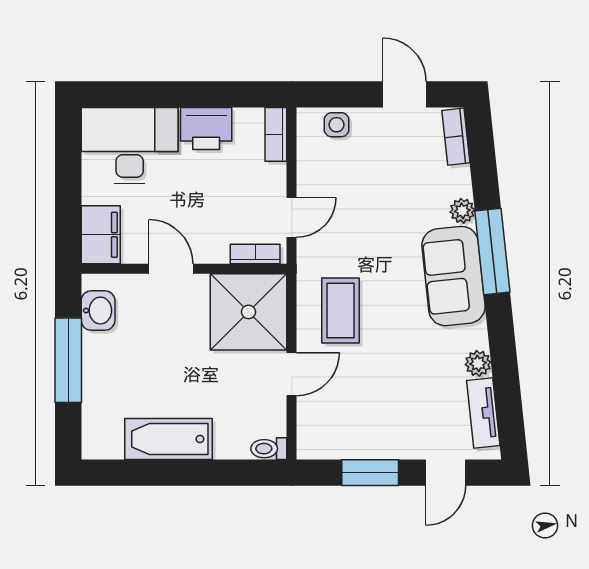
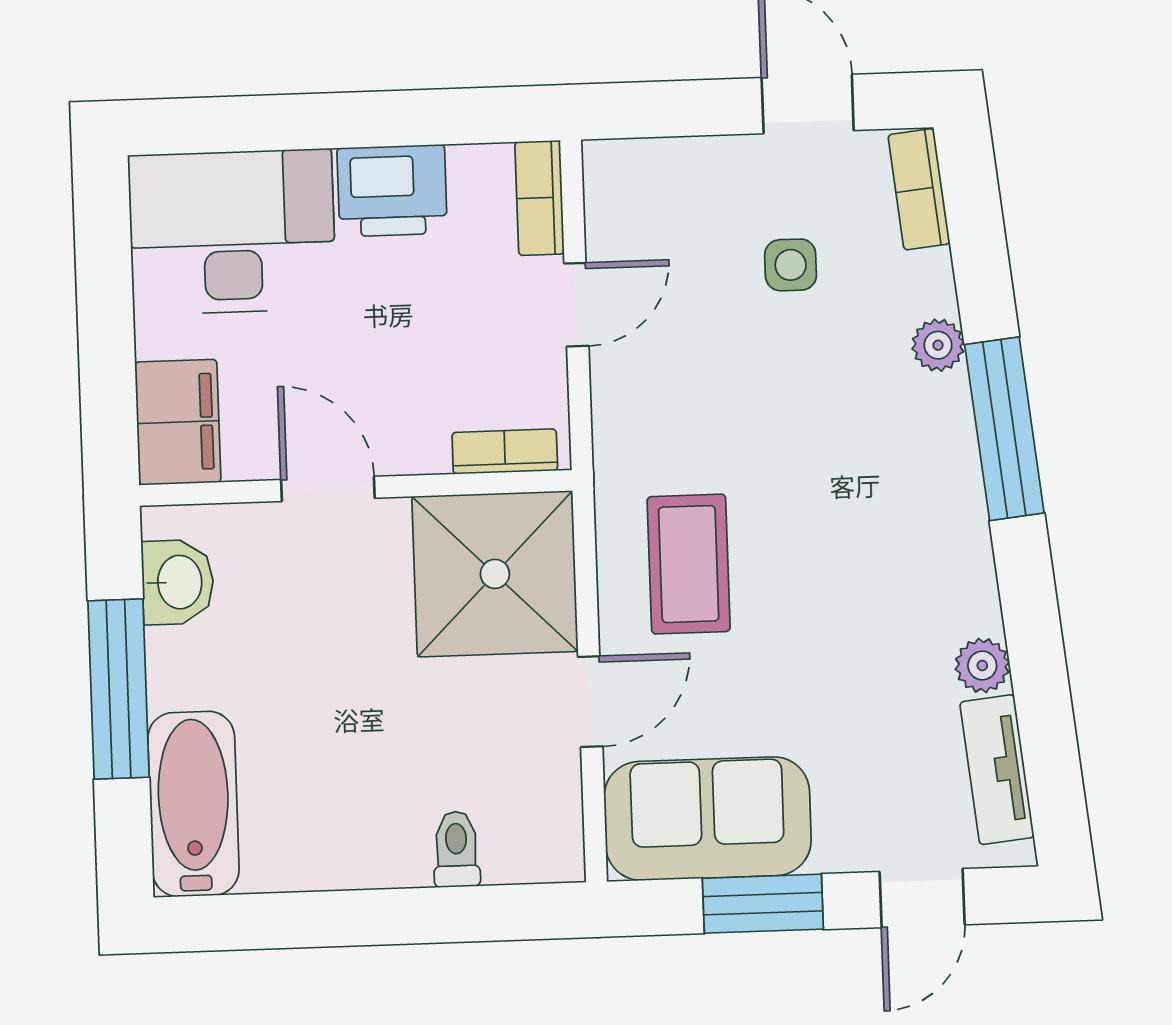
side table: (337, 125) -> (791, 265), moved
door: (292, 217) -> (576, 305), moved
sofa: (453, 276) -> (708, 819), moved, turned 96
bathtub: (168, 439) -> (193, 804), moved, turned 90
toilet: (269, 449) -> (456, 849), moved, turned 90

